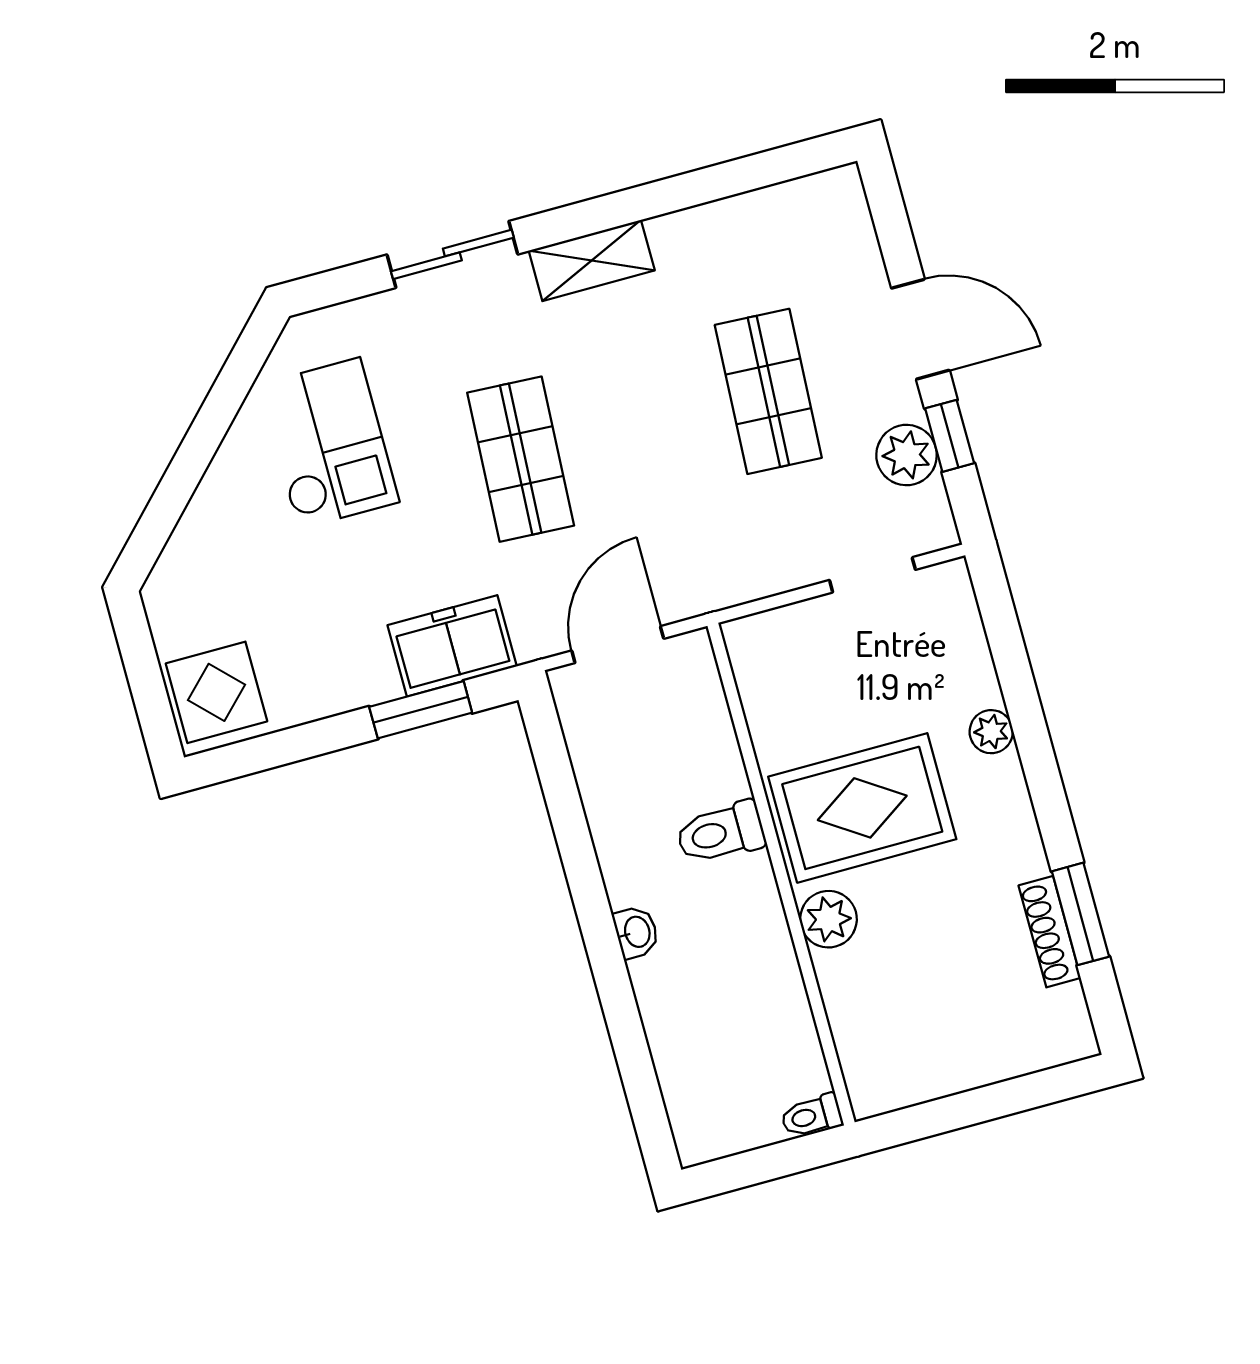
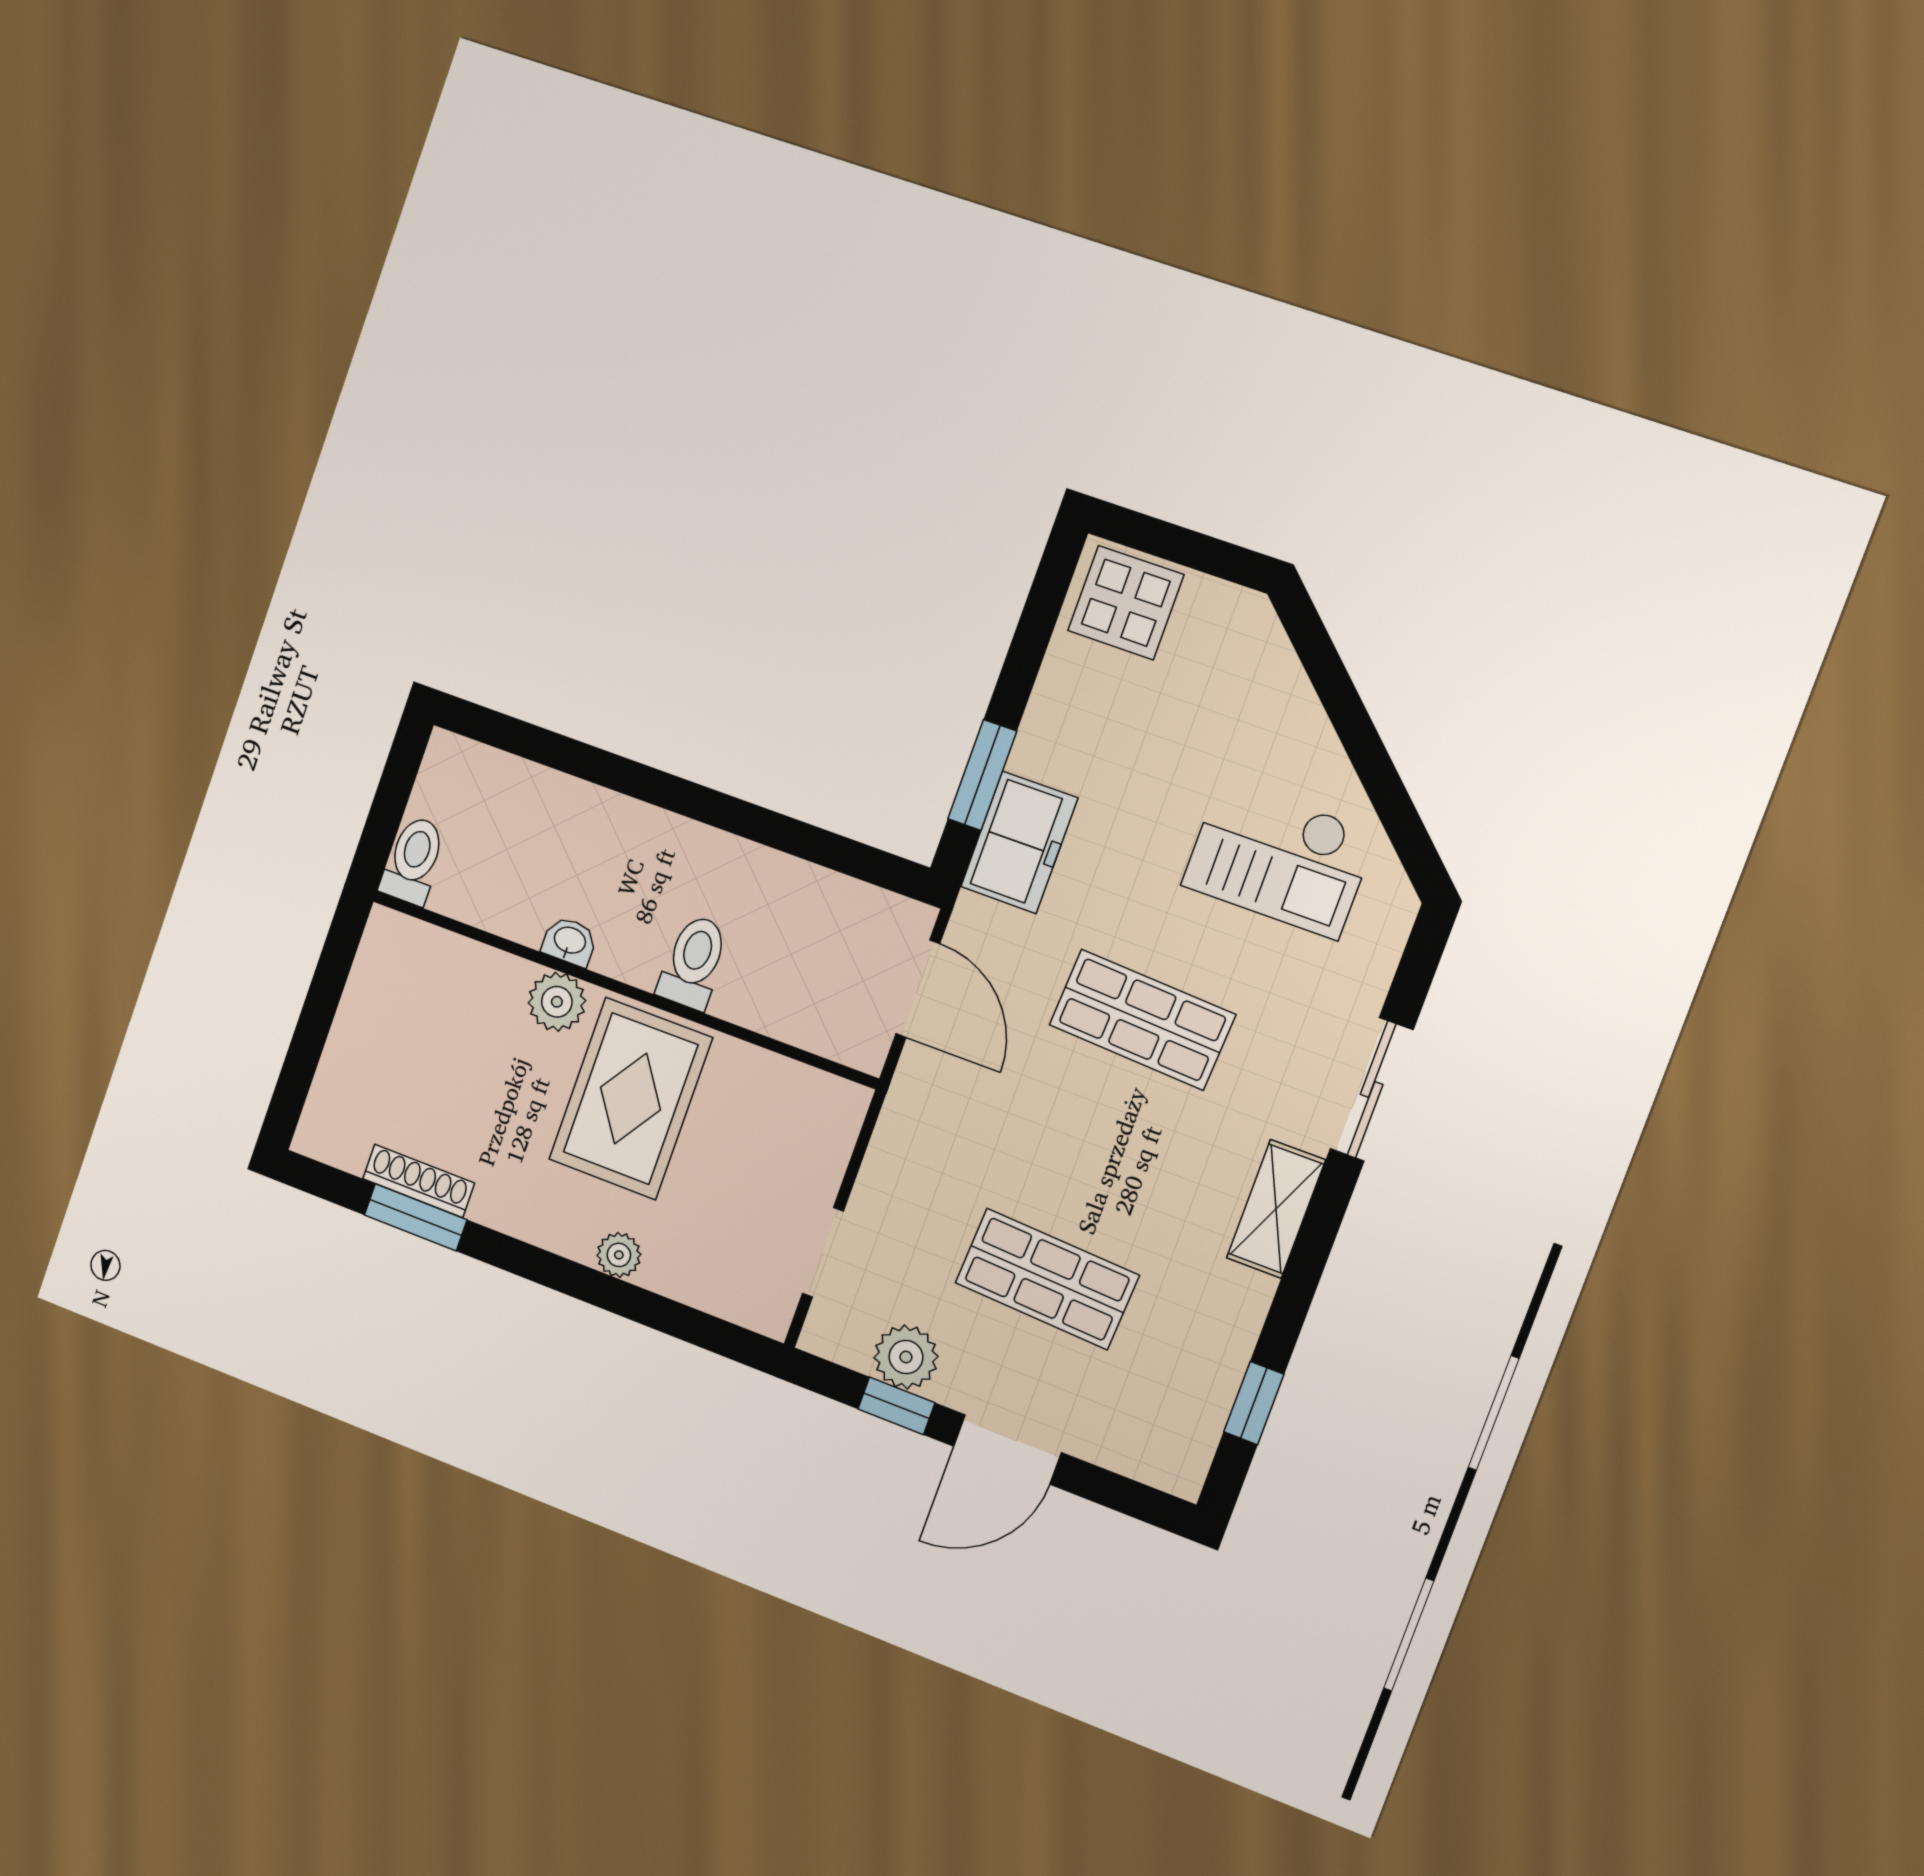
window: (749, 173) -> (1254, 1403), added
washbasin: (636, 932) -> (570, 941), moved, turned 180
toilet: (812, 1116) -> (413, 860), width x1.37, depth x1.39

